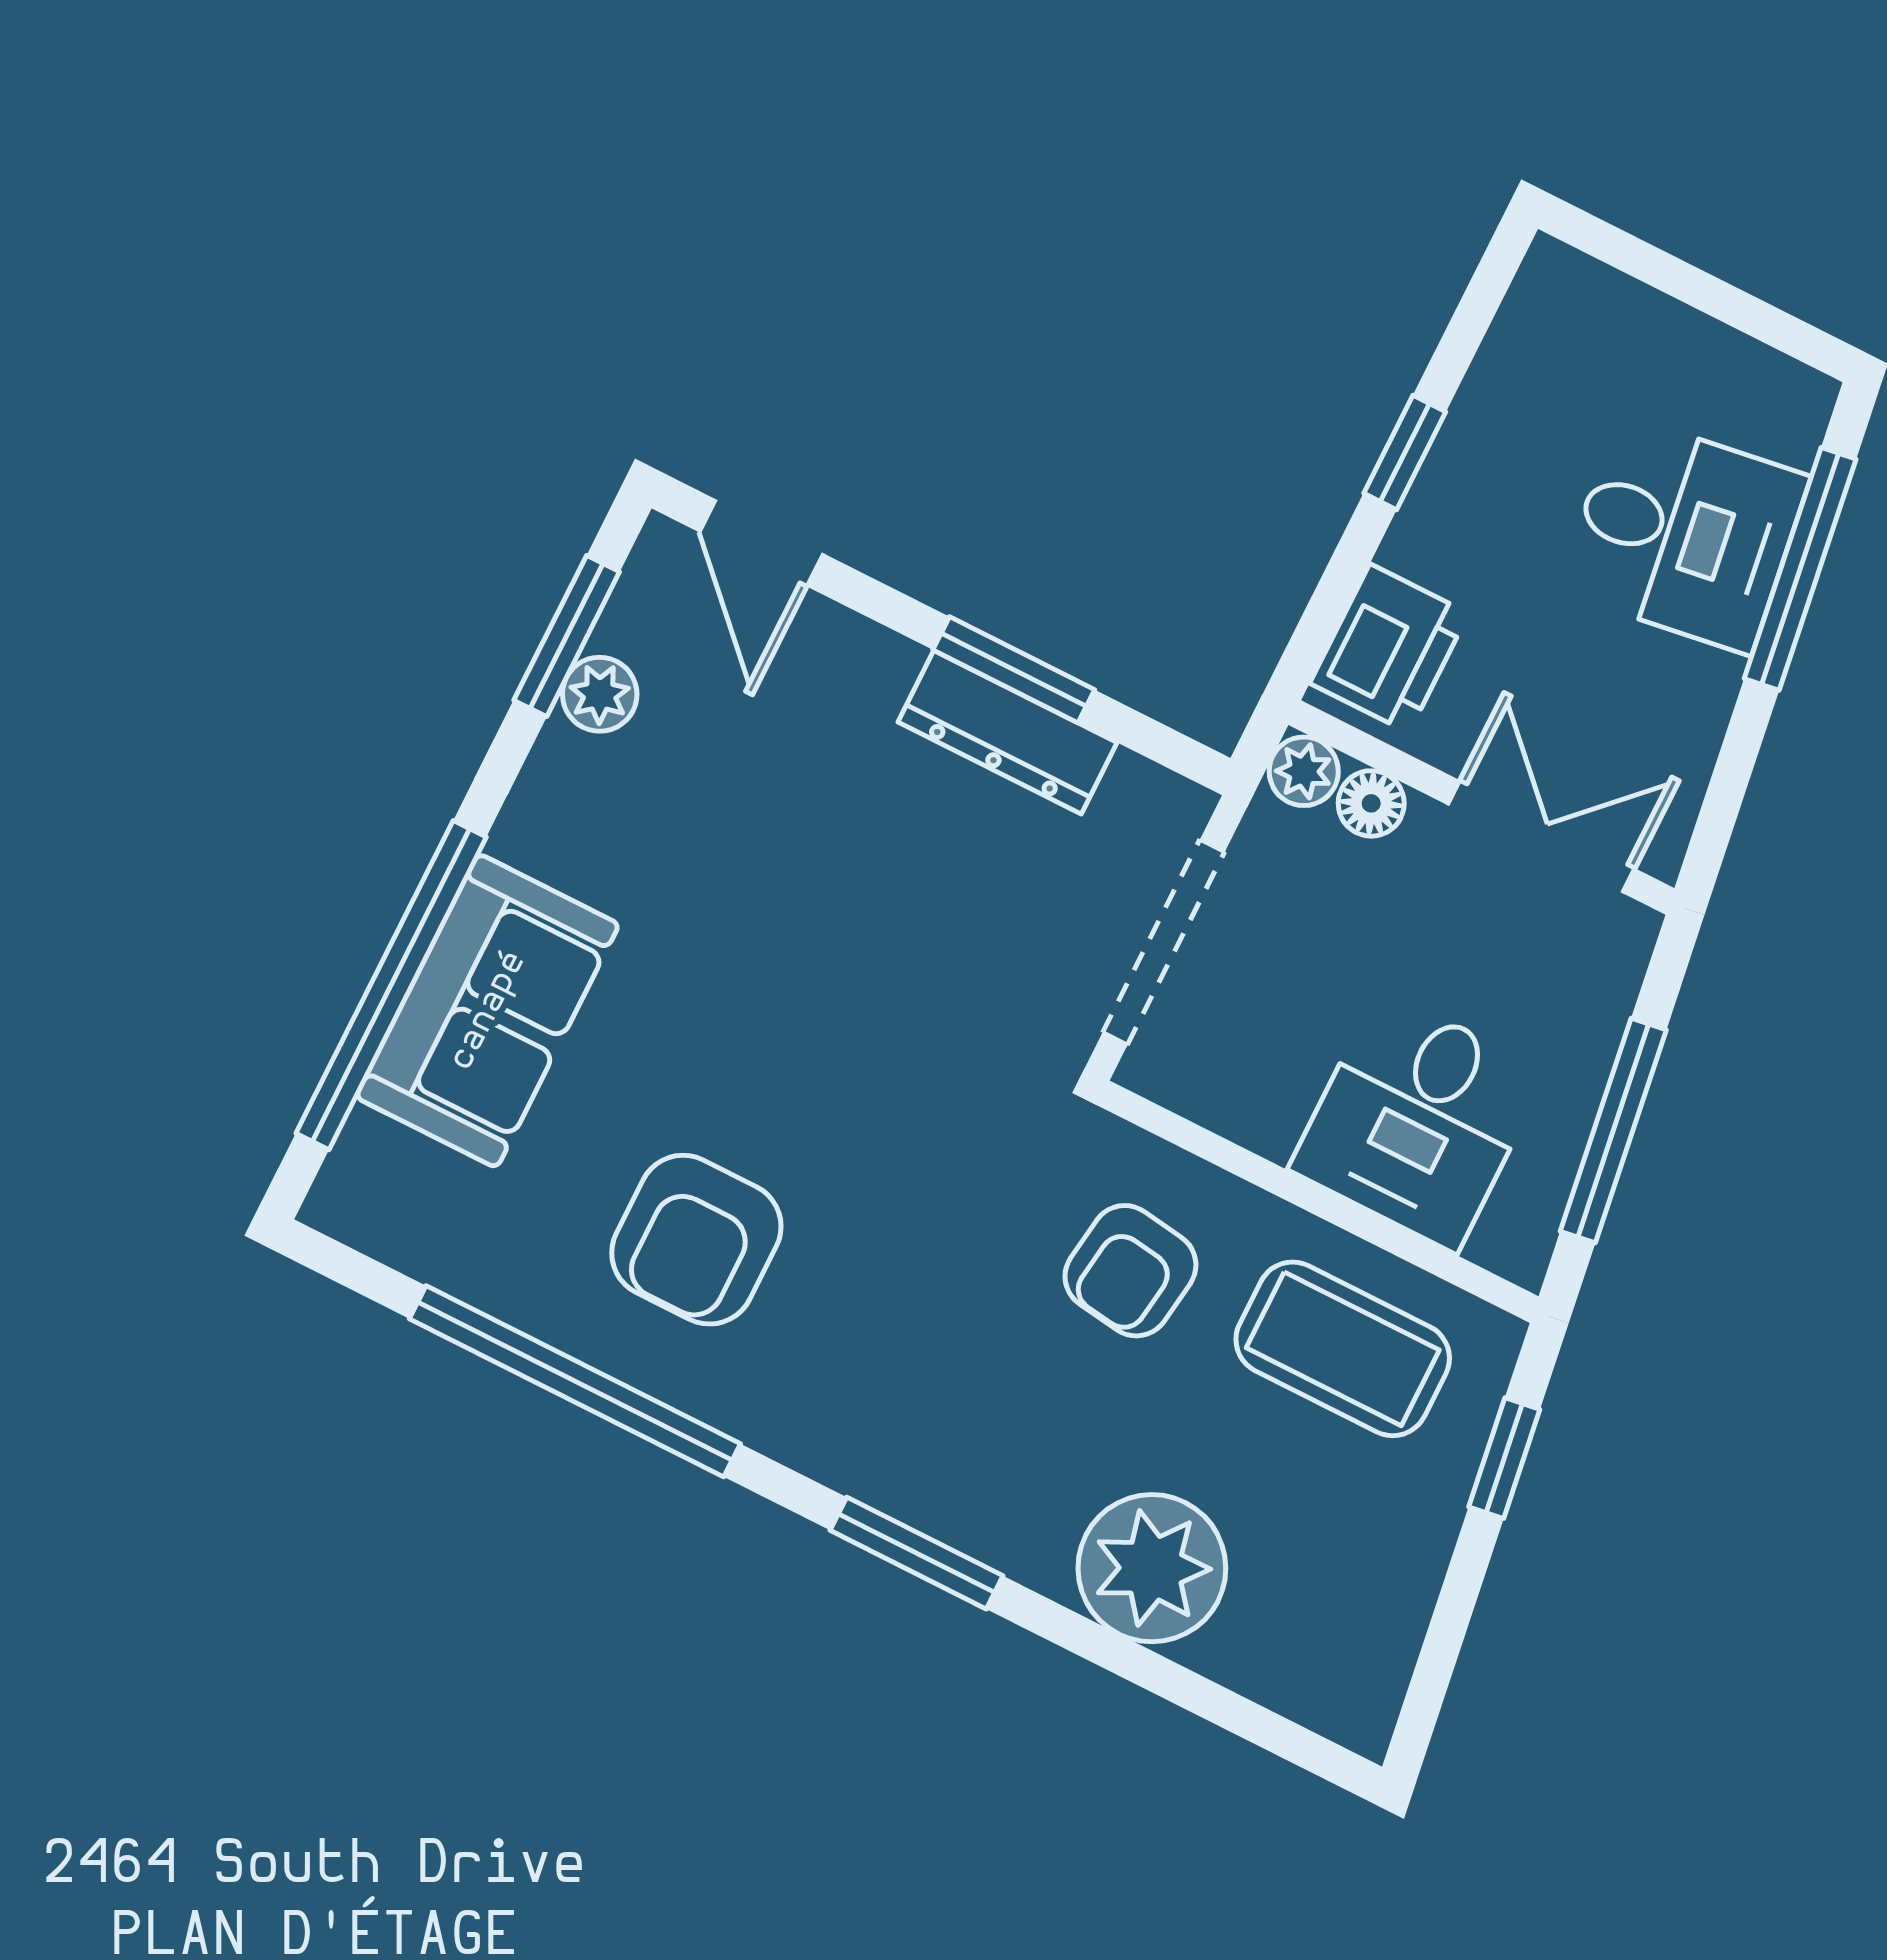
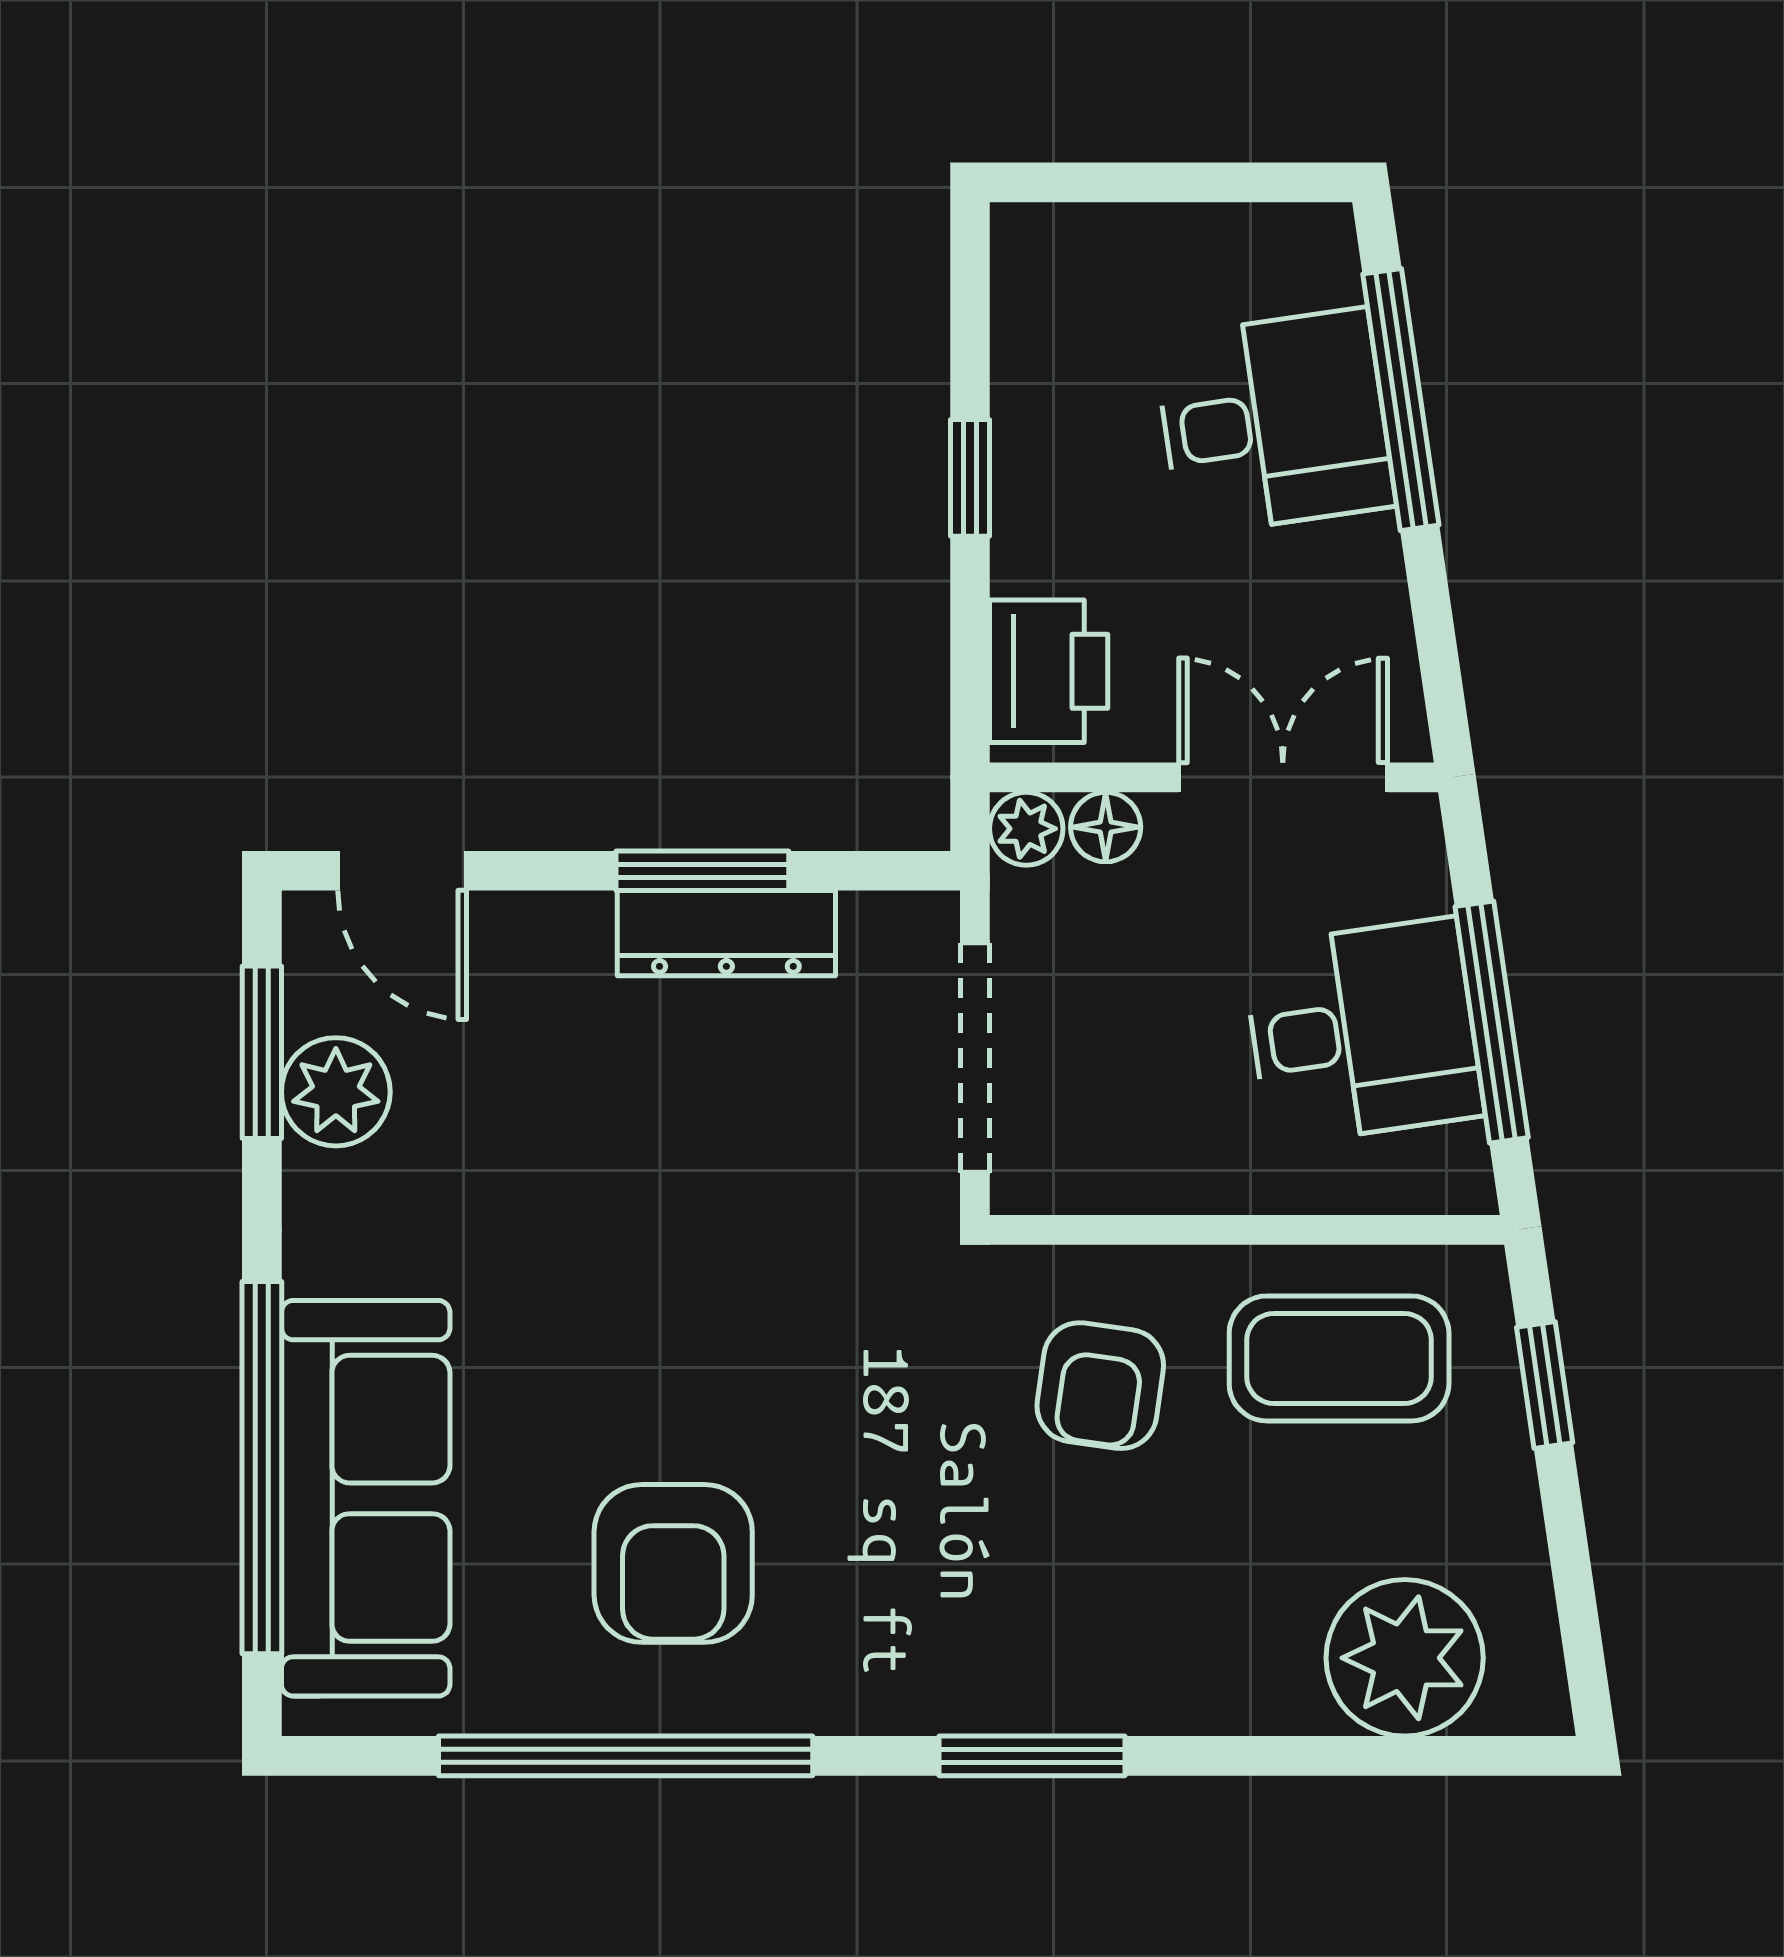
plant: (600, 694) -> (336, 1092), width x1.38, depth x1.38
sofa: (488, 1011) -> (366, 1498), width x1.36
desk: (1418, 1121) -> (1363, 1031), moved, turned -98
plant: (1152, 1568) -> (1405, 1658), moved

